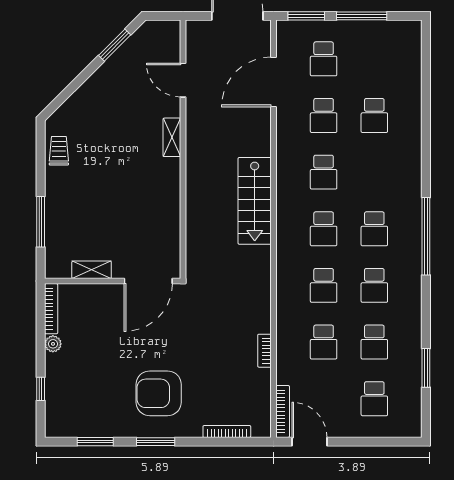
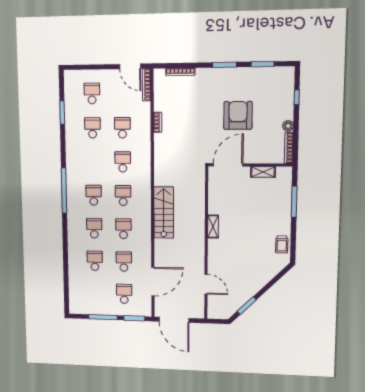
shelving: (172, 137) -> (213, 227), moved
school desk: (374, 285) -> (94, 228), moved
armchair: (159, 393) -> (238, 115), moved, turned -90

